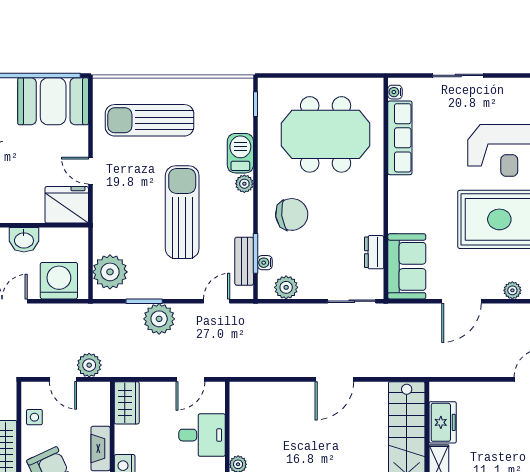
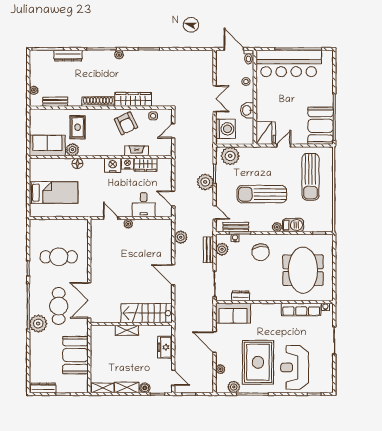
sun lounger: (149, 120) -> (310, 177), turned 180
sun lounger: (182, 212) -> (262, 194), turned 180
bench: (287, 313) -> (208, 250), added
plant: (89, 365) -> (181, 237), moved
wardrobe: (127, 403) -> (146, 165), moved
freezer: (443, 422) -> (165, 347), moved, turned 90

